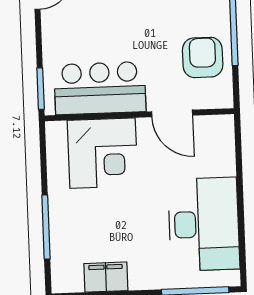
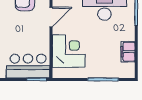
bar counter: (100, 88) -> (28, 66), moved, turned 90

